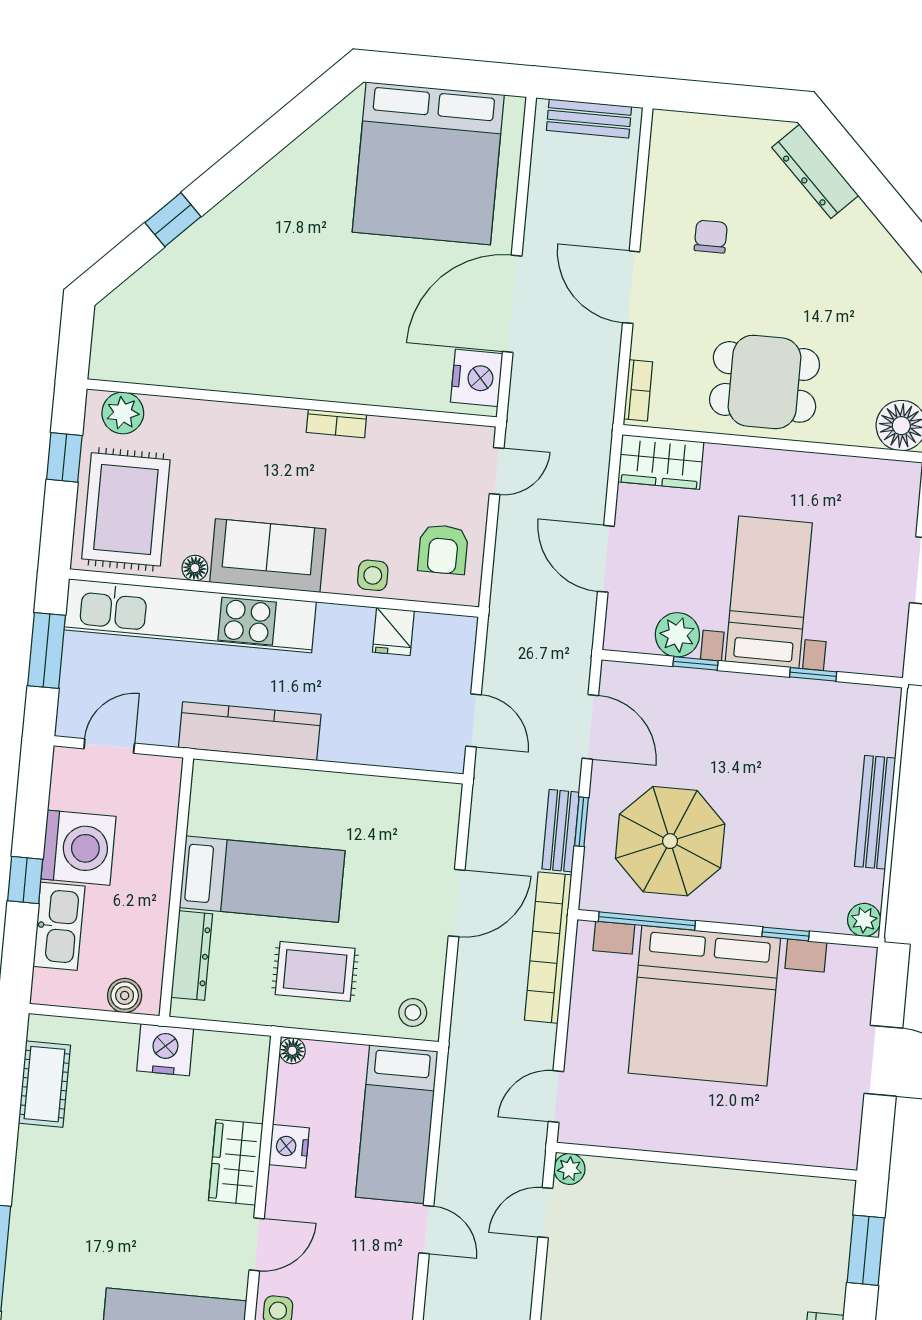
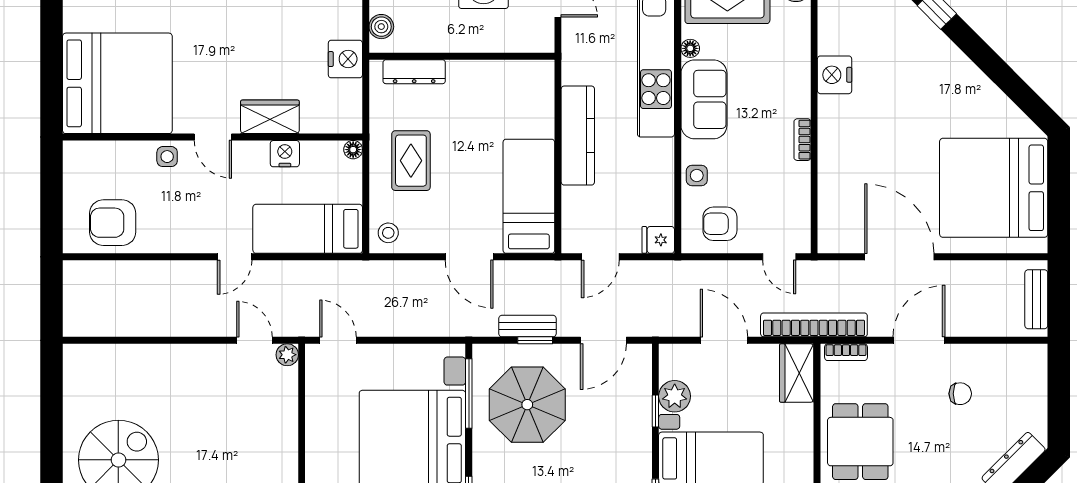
nightstand: (477, 378) -> (835, 75), moved, turned 90
door: (606, 559) -> (724, 340), hinge flipped
fridge: (393, 631) -> (658, 240), moved
kitchen counter: (250, 731) -> (578, 136), moved
bed: (262, 879) -> (529, 196), moved, turned 180
bookcase: (548, 948) -> (814, 325), moved

